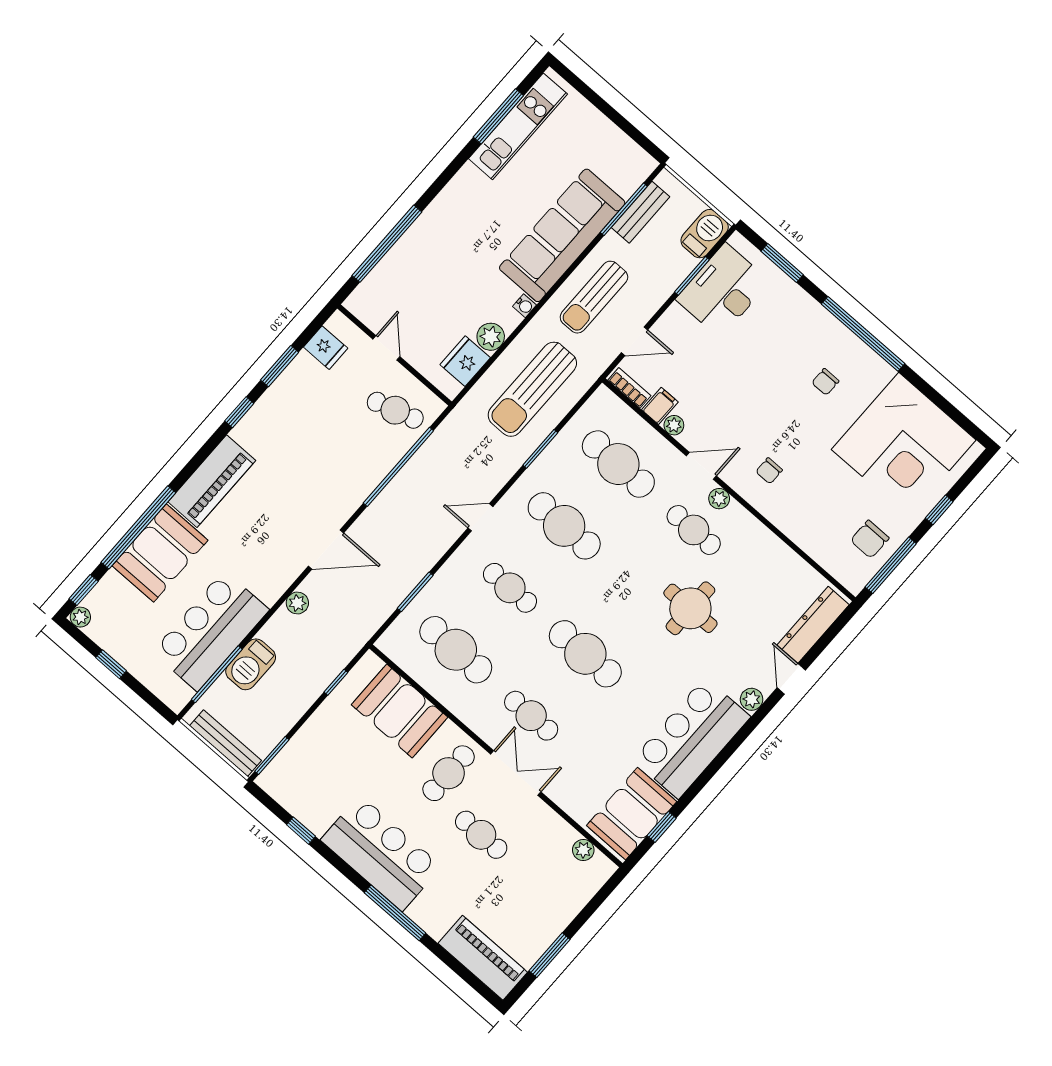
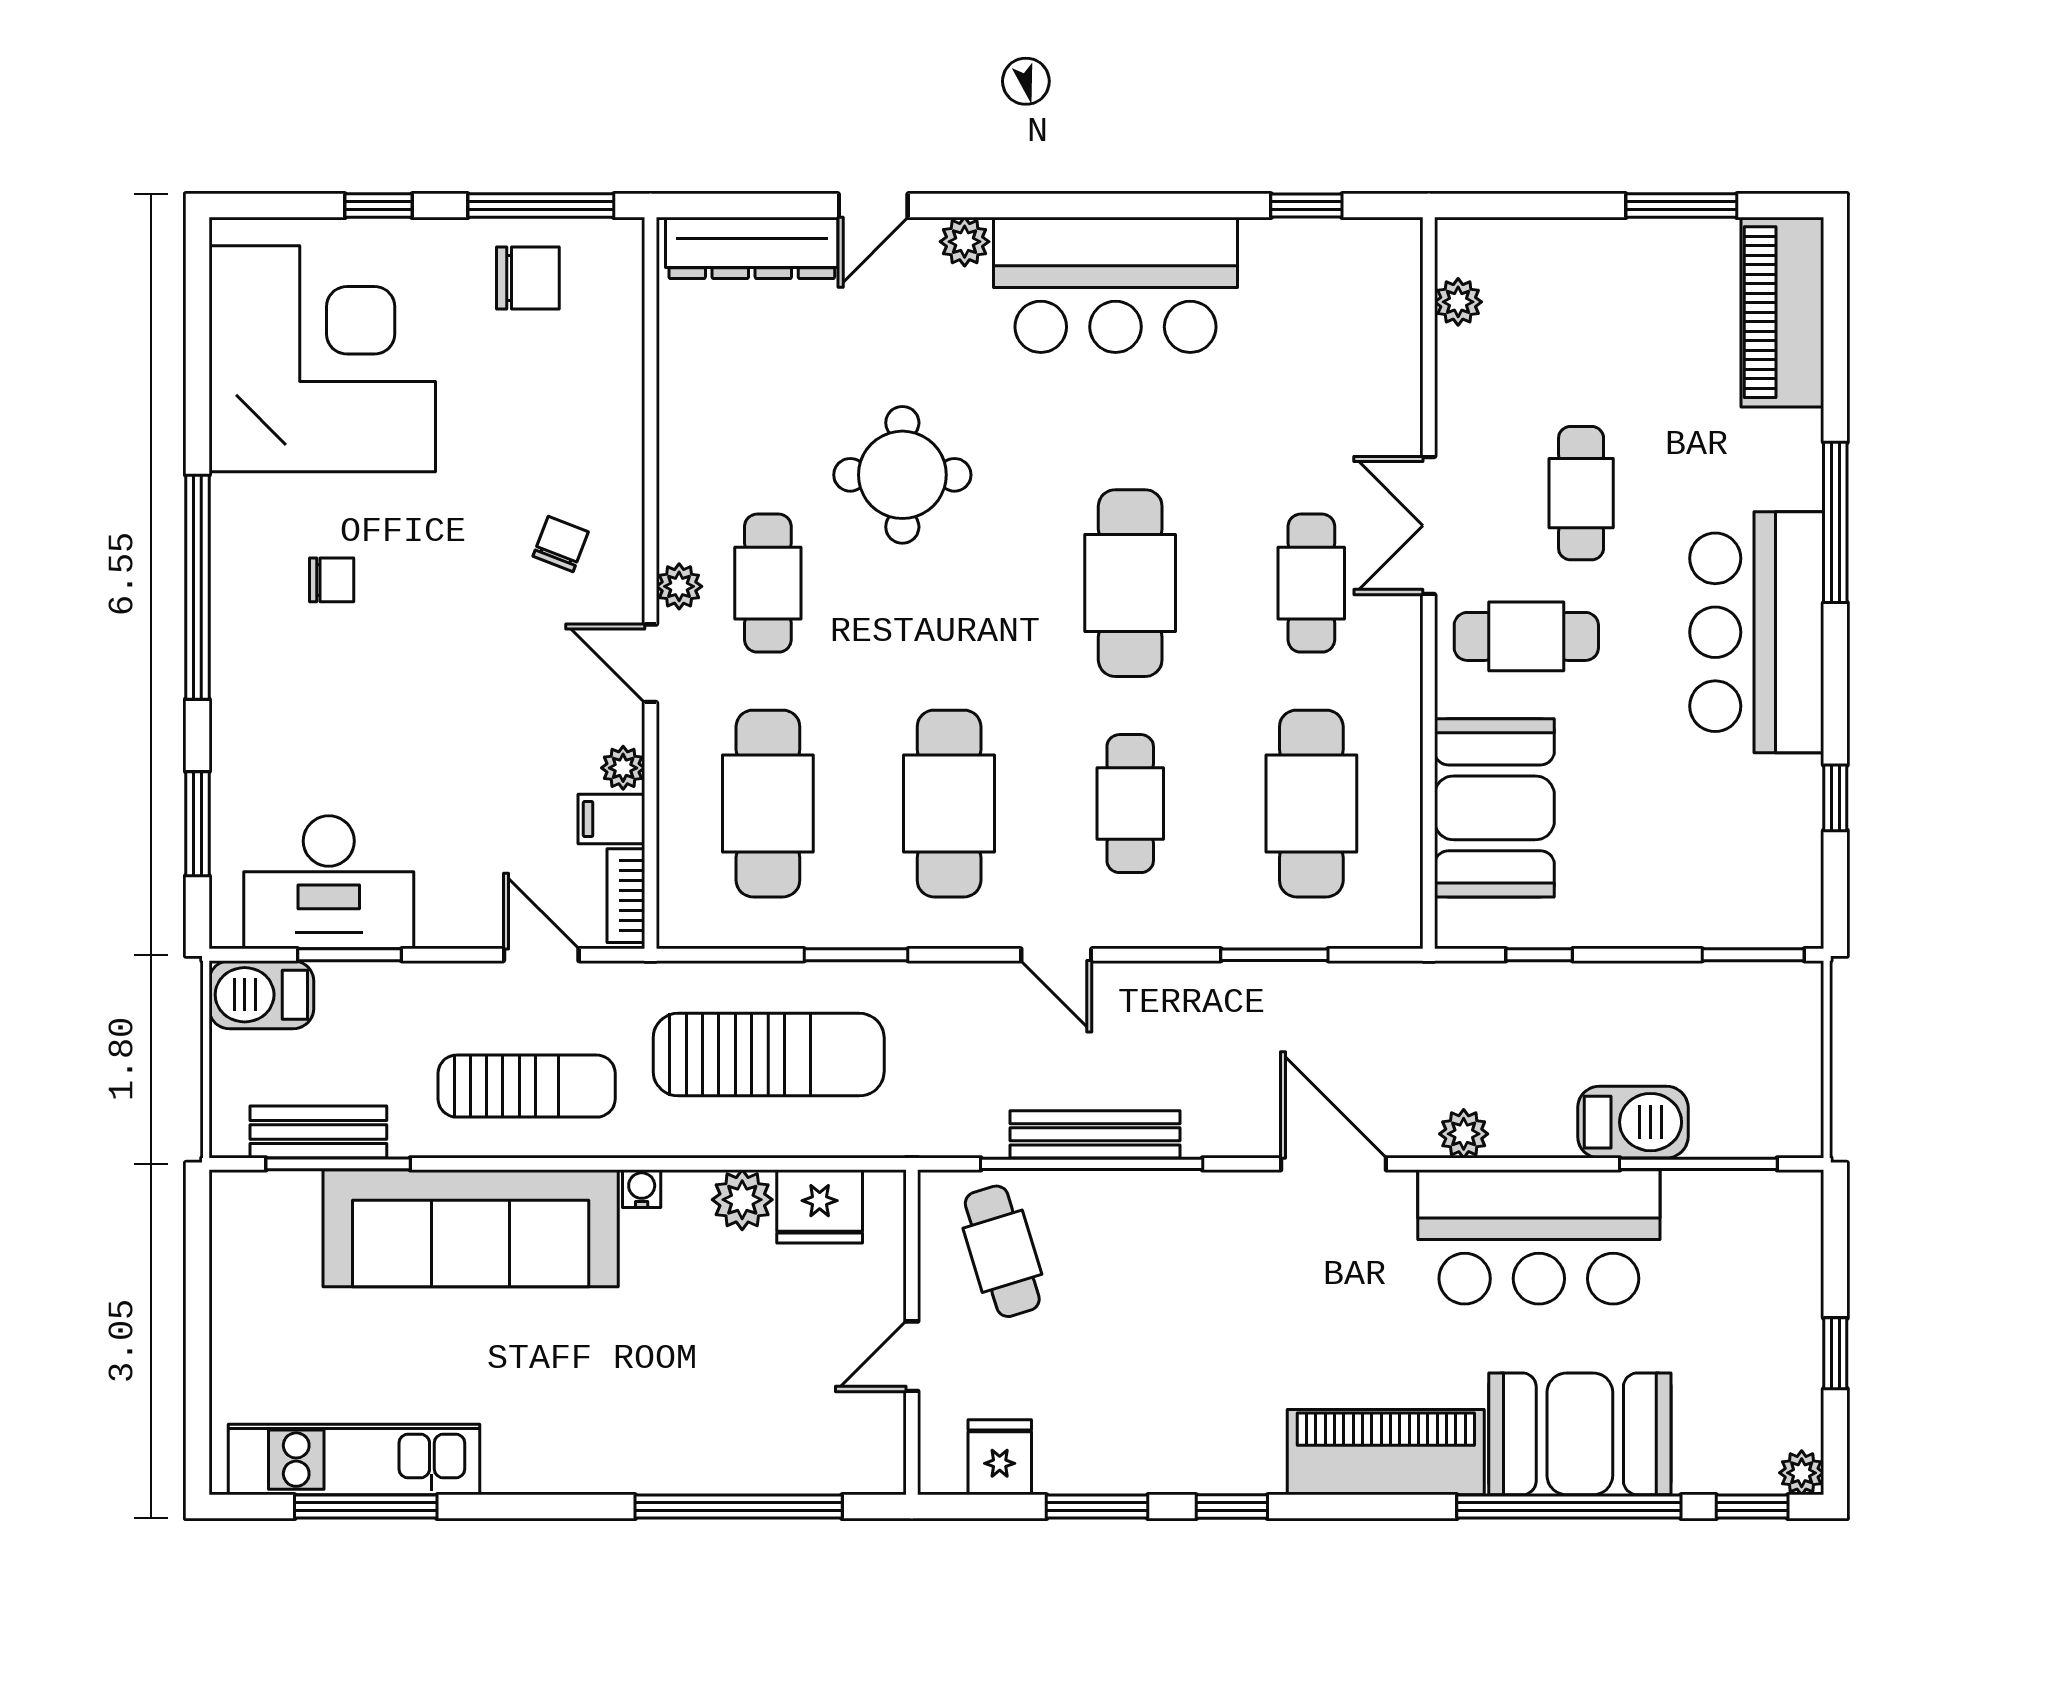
chair: (769, 471) -> (561, 544), turned -69
bar counter: (211, 631) -> (1539, 1237), moved
bench: (226, 743) -> (1095, 1134), moved, turned 90
booth: (632, 814) -> (1328, 275), removed

